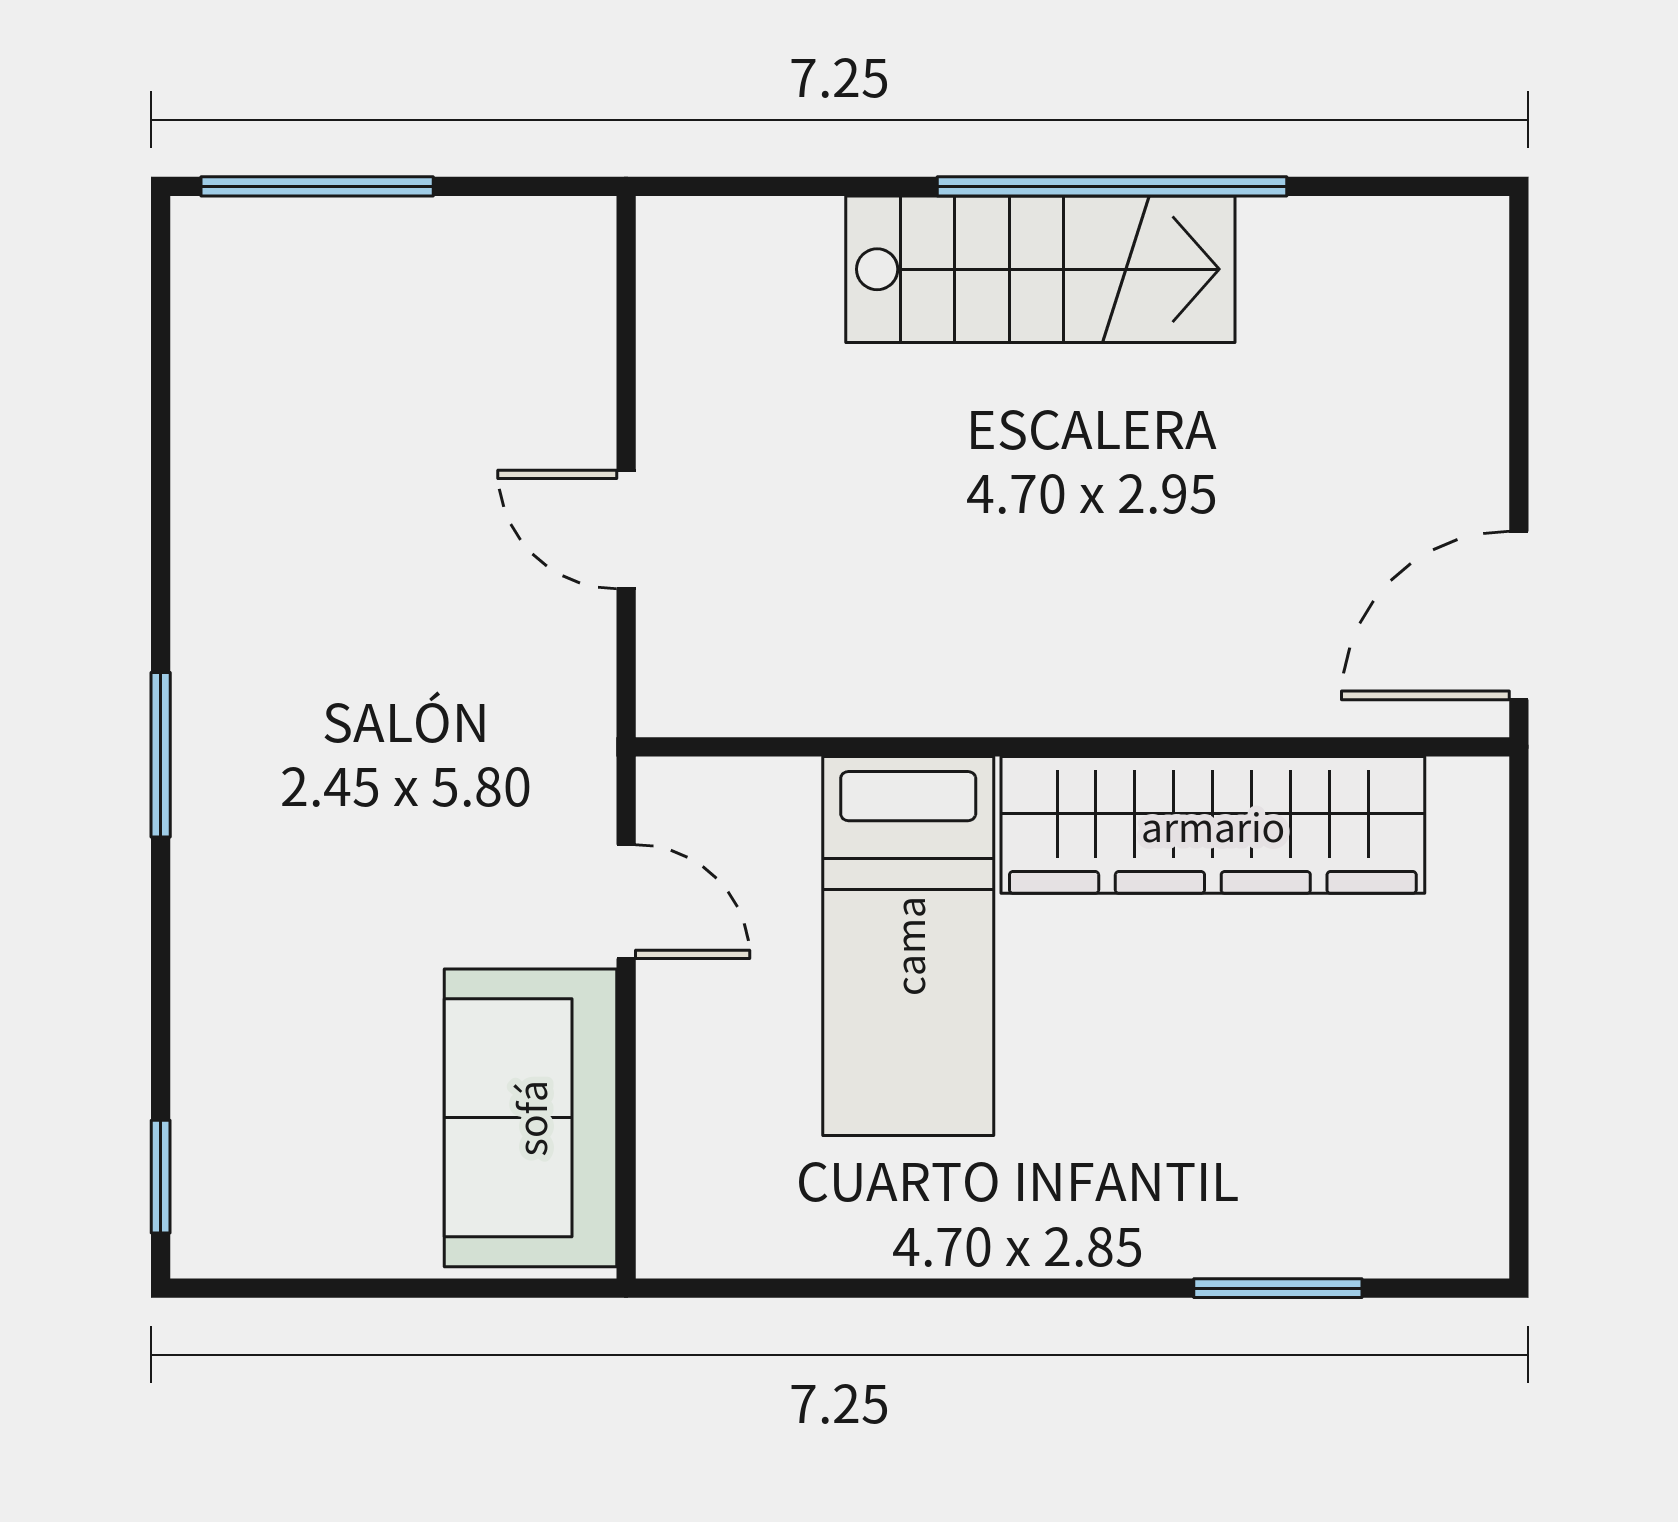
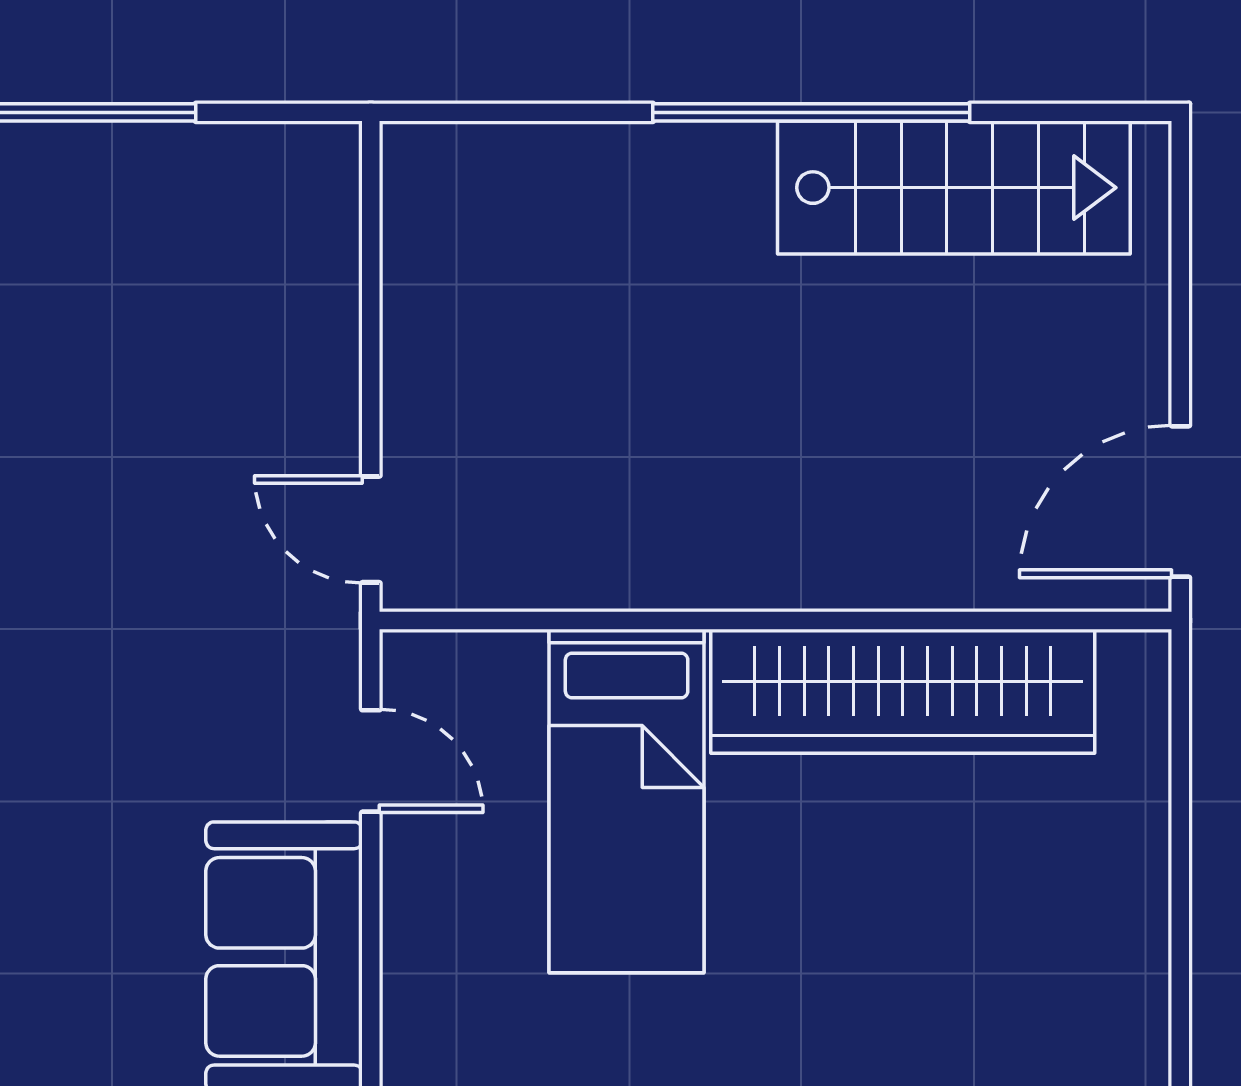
stairs: (1040, 269) -> (954, 188), moved
door: (626, 530) -> (371, 529), moved

